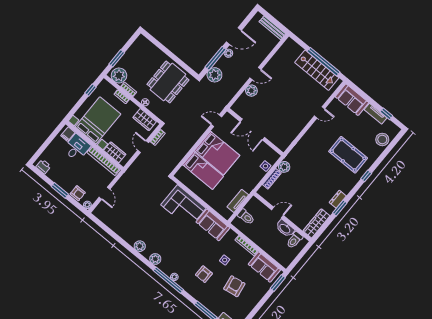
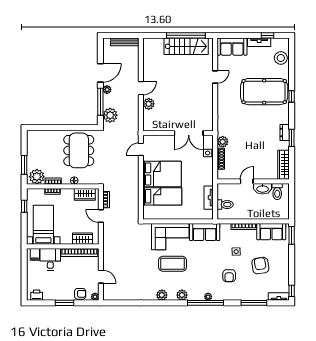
bed with nightstands: (98, 120) -> (43, 225), width x0.73
double door: (252, 129) -> (189, 133), moved
pool table: (348, 155) -> (264, 92), width x1.36, depth x1.32
coffee table: (168, 229) -> (173, 264), added

